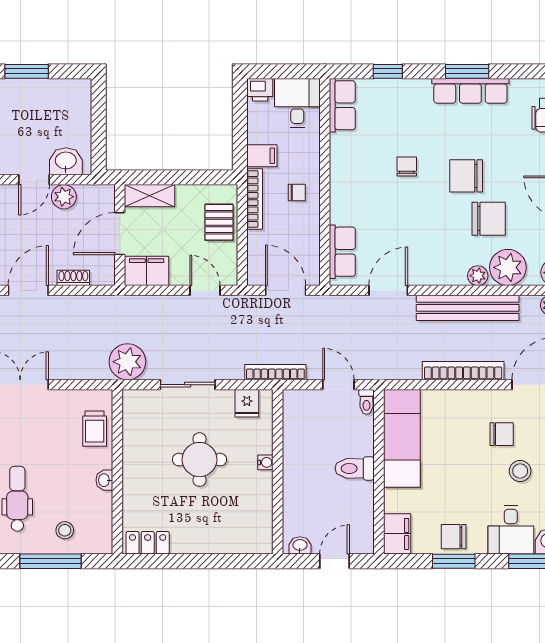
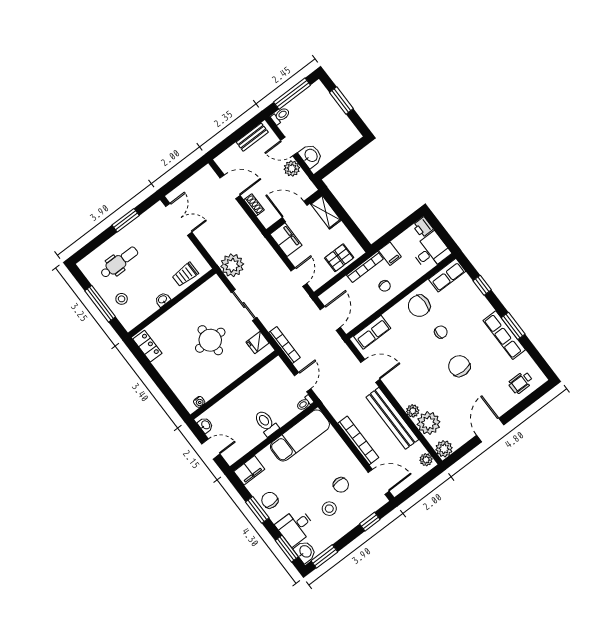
chair: (489, 219) -> (419, 306), moved, turned 90
water cooler: (265, 462) -> (199, 402), moved

